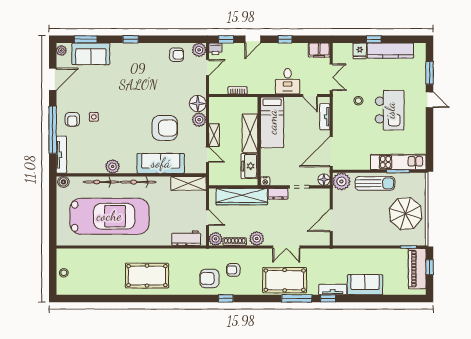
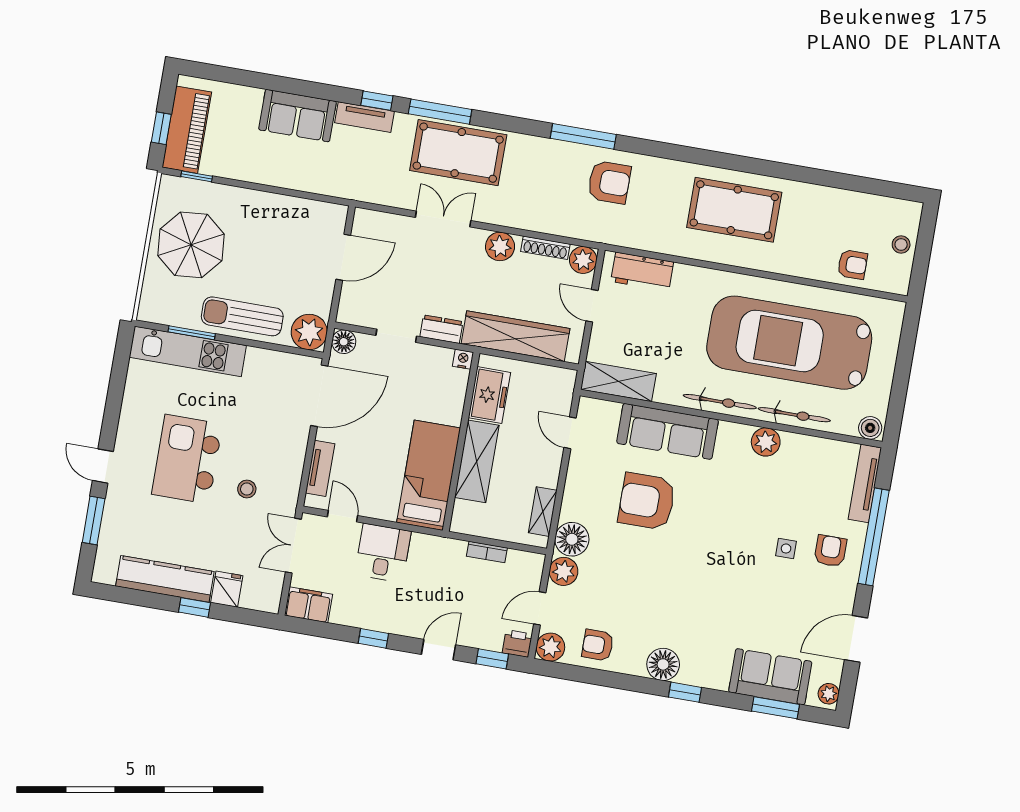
floor lamp: (143, 51) -> (663, 664), added
plant: (199, 120) -> (564, 571), moved
shelving: (214, 135) -> (543, 512), moved
armchair: (233, 270) -> (852, 265), moved
window: (226, 298) -> (583, 136), width x2.17

